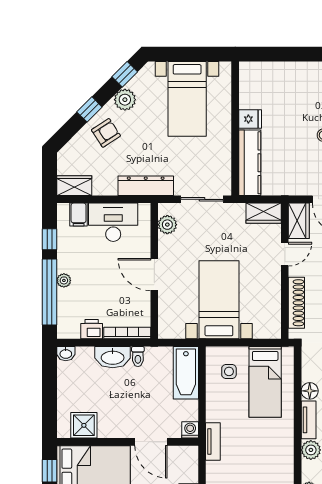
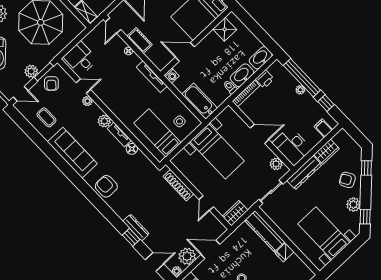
window: (89, 109) -> (366, 168), moved
armchair: (106, 133) -> (347, 180), turned 93
wardrobe: (74, 186) -> (327, 152), moved
wardrobe: (299, 221) -> (215, 226), removed
desk: (113, 222) -> (292, 146), moved, turned 90
washbasin: (66, 354) -> (261, 58), width x1.91, depth x1.45
tv unit: (213, 442) -> (152, 77), width x1.41

